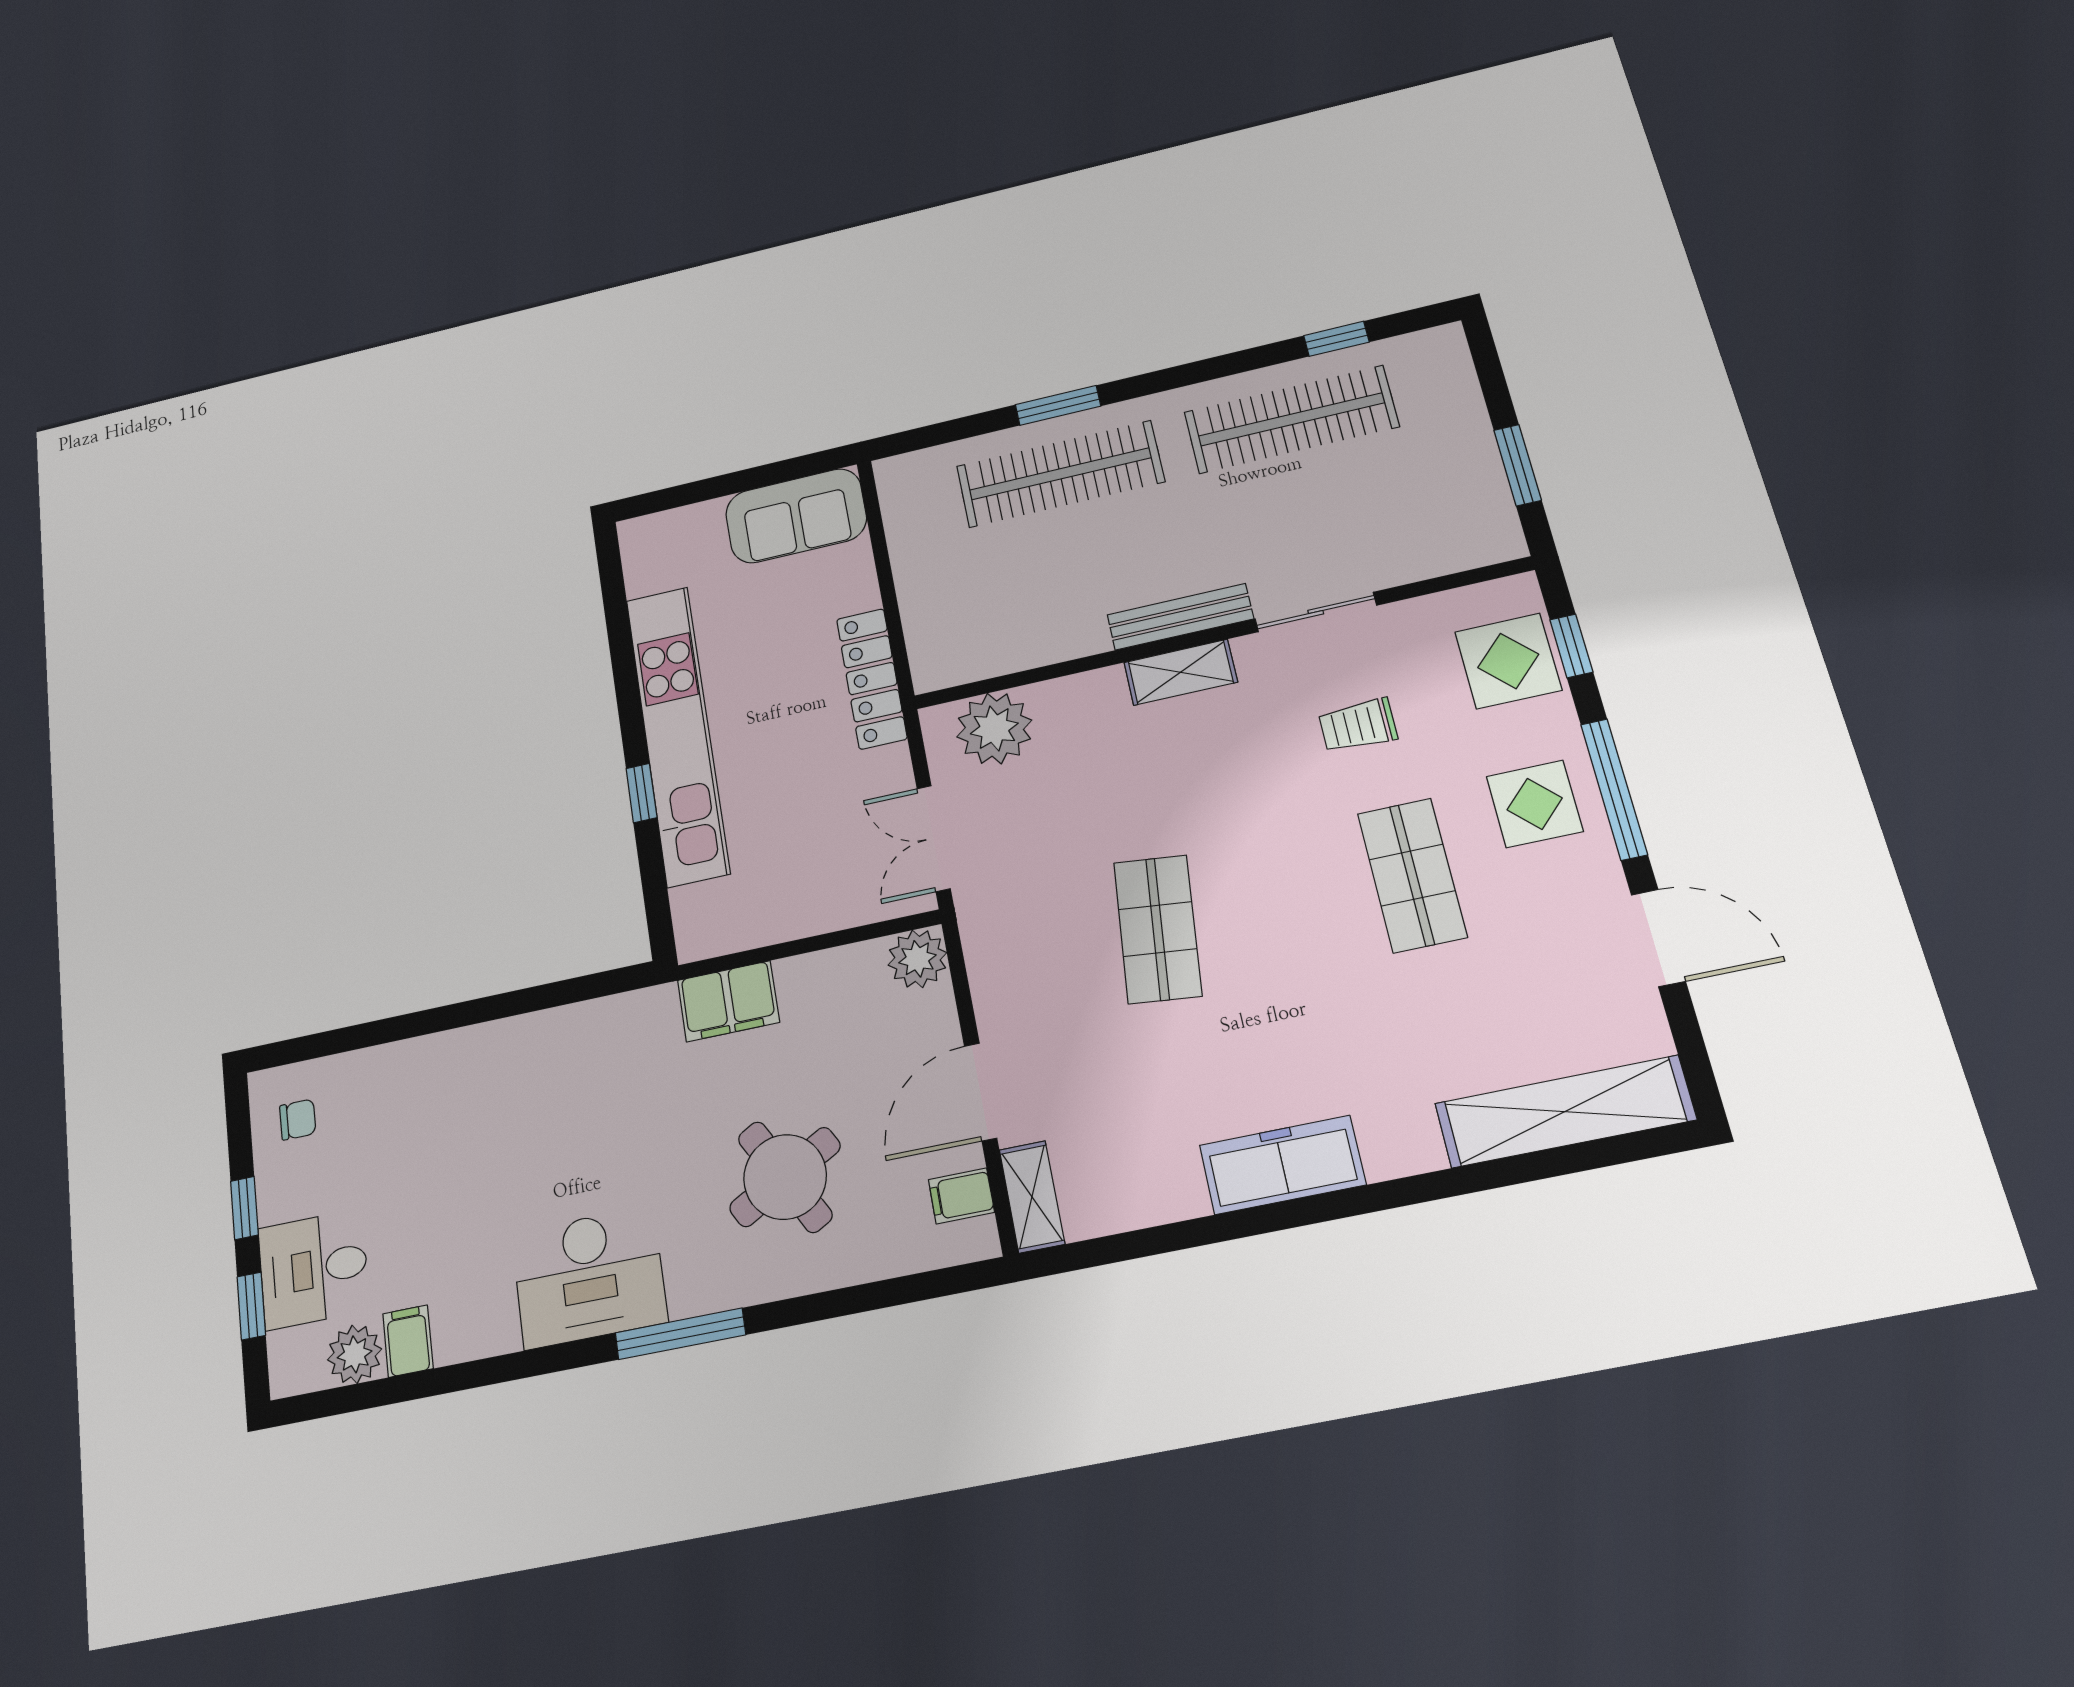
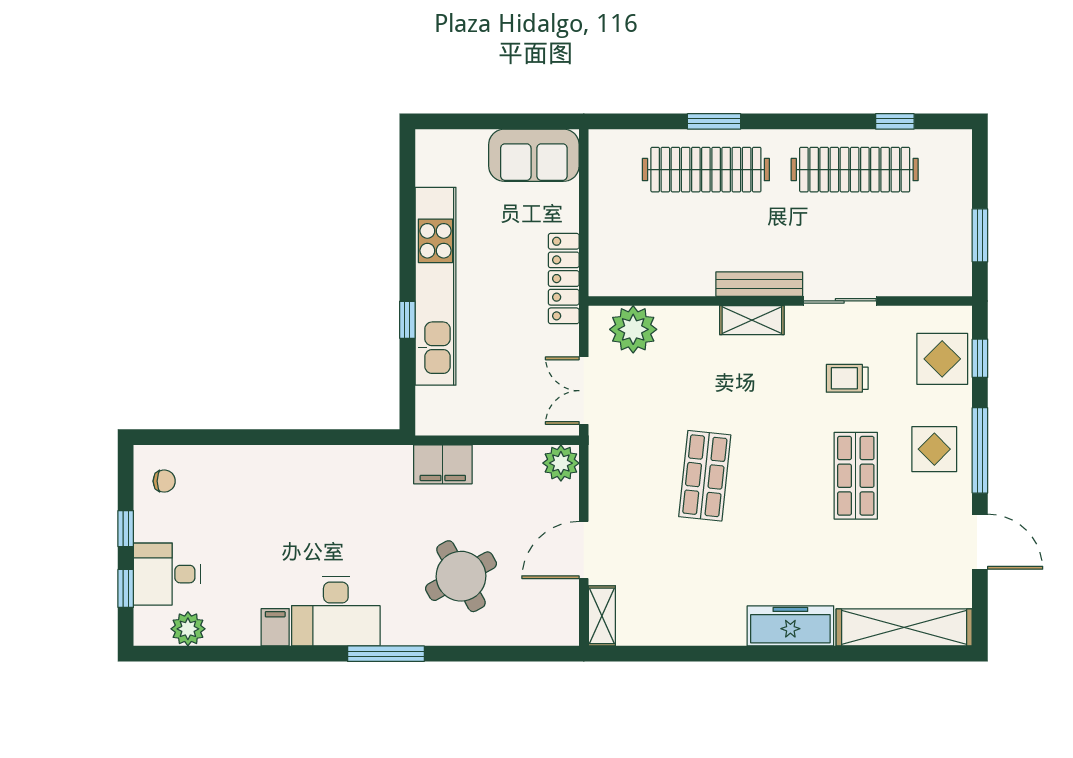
freezer: (1282, 1165) -> (790, 626), moved
filing cabinet: (961, 1196) -> (562, 607), removed
filing cabinet: (408, 1341) -> (275, 627), moved

